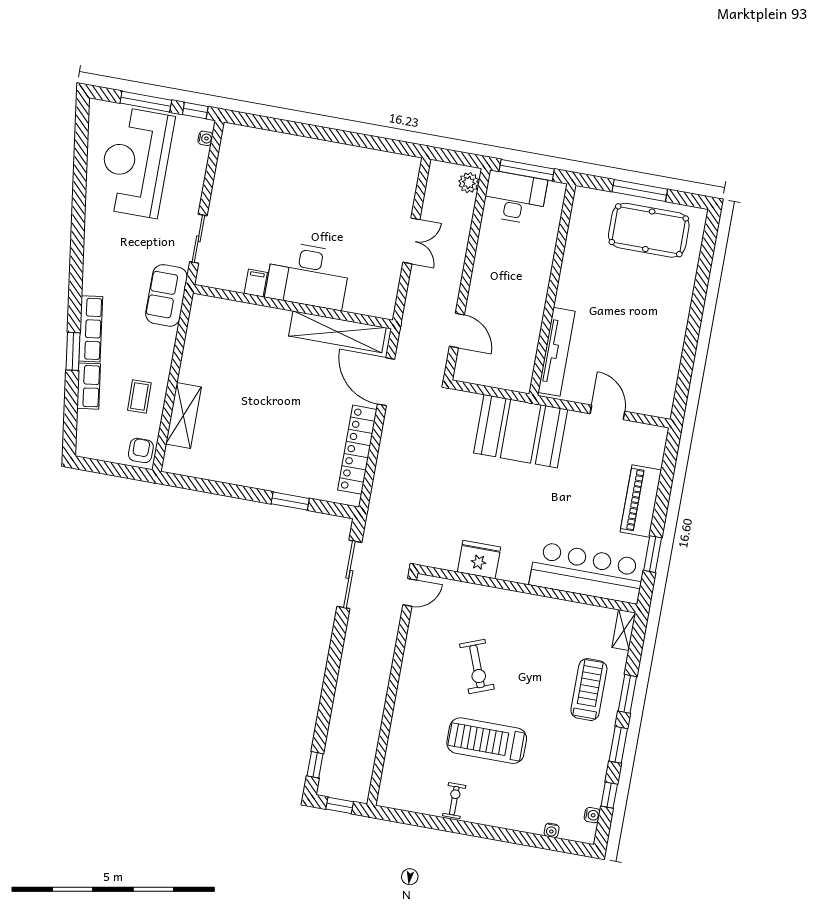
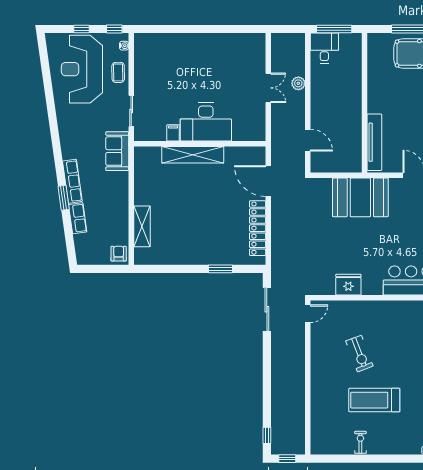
window: (146, 102) -> (82, 29), width x0.46
plant: (469, 183) -> (298, 83), moved
desk: (515, 198) -> (324, 48), width x0.73
shelving: (337, 332) -> (193, 155), moved
coffee table: (139, 396) -> (118, 72), moved

